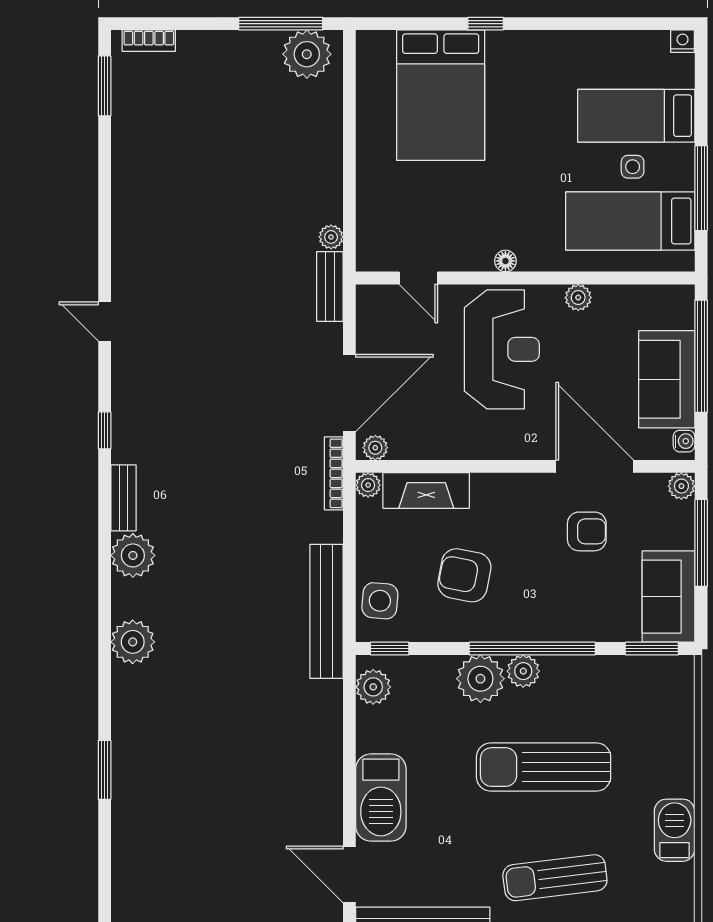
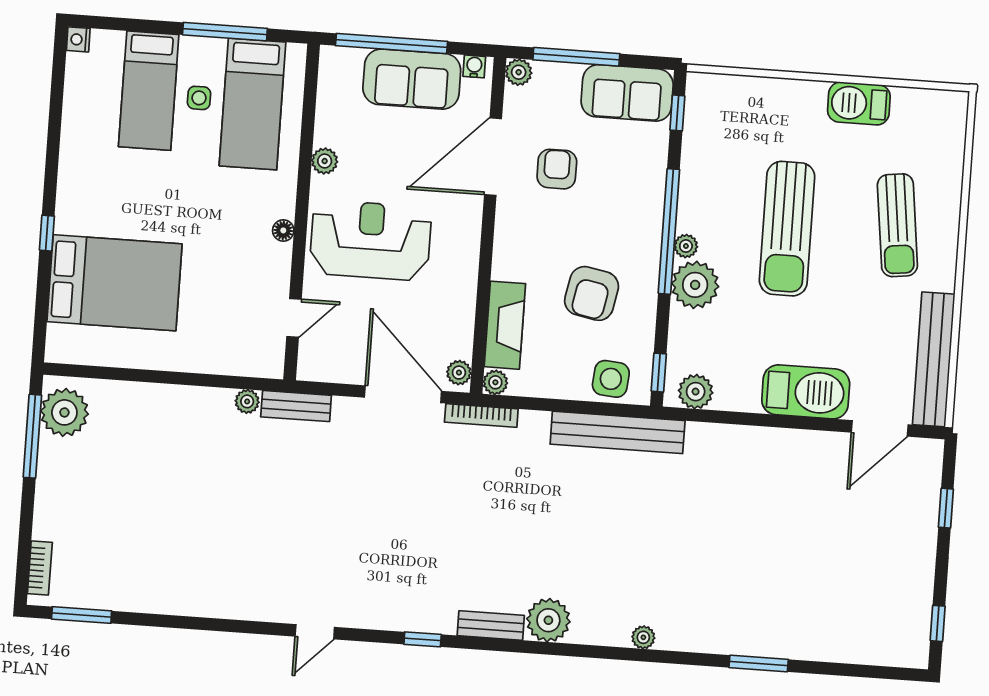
plant: (133, 642) -> (643, 637), width x0.53, depth x0.53
window: (652, 648) -> (677, 113), width x0.67
plant: (523, 671) -> (686, 246), width x0.73, depth x0.73

